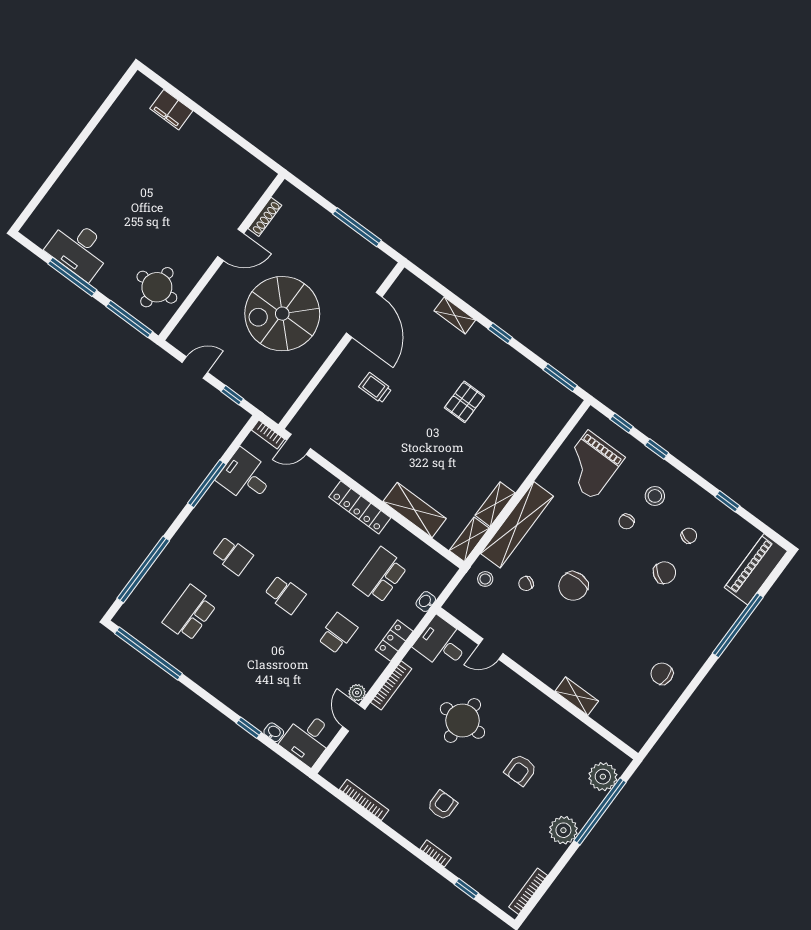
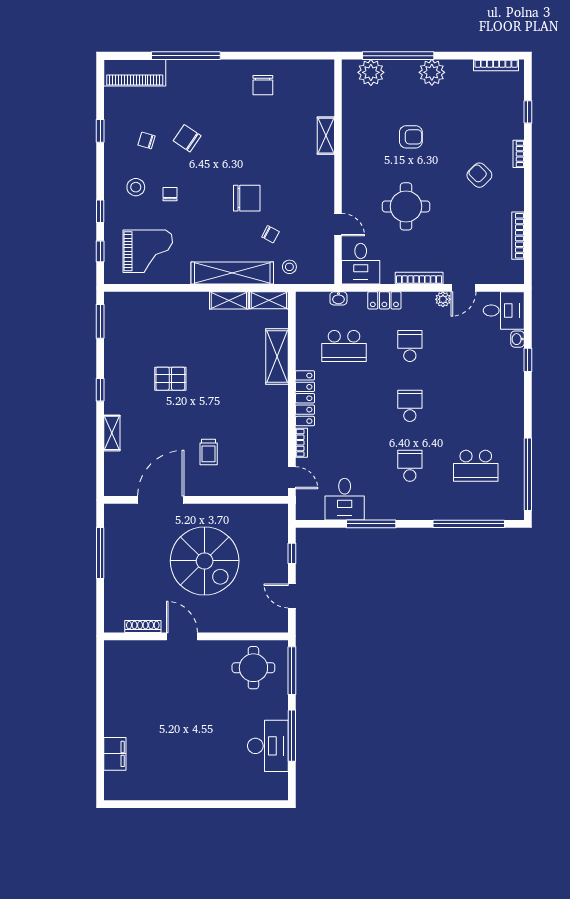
bookcase: (268, 435) -> (301, 443), moved
chair: (627, 521) -> (170, 194), turned -85
school desk: (338, 633) -> (410, 346), turned 90
armchair: (442, 805) -> (479, 175), turned 45

